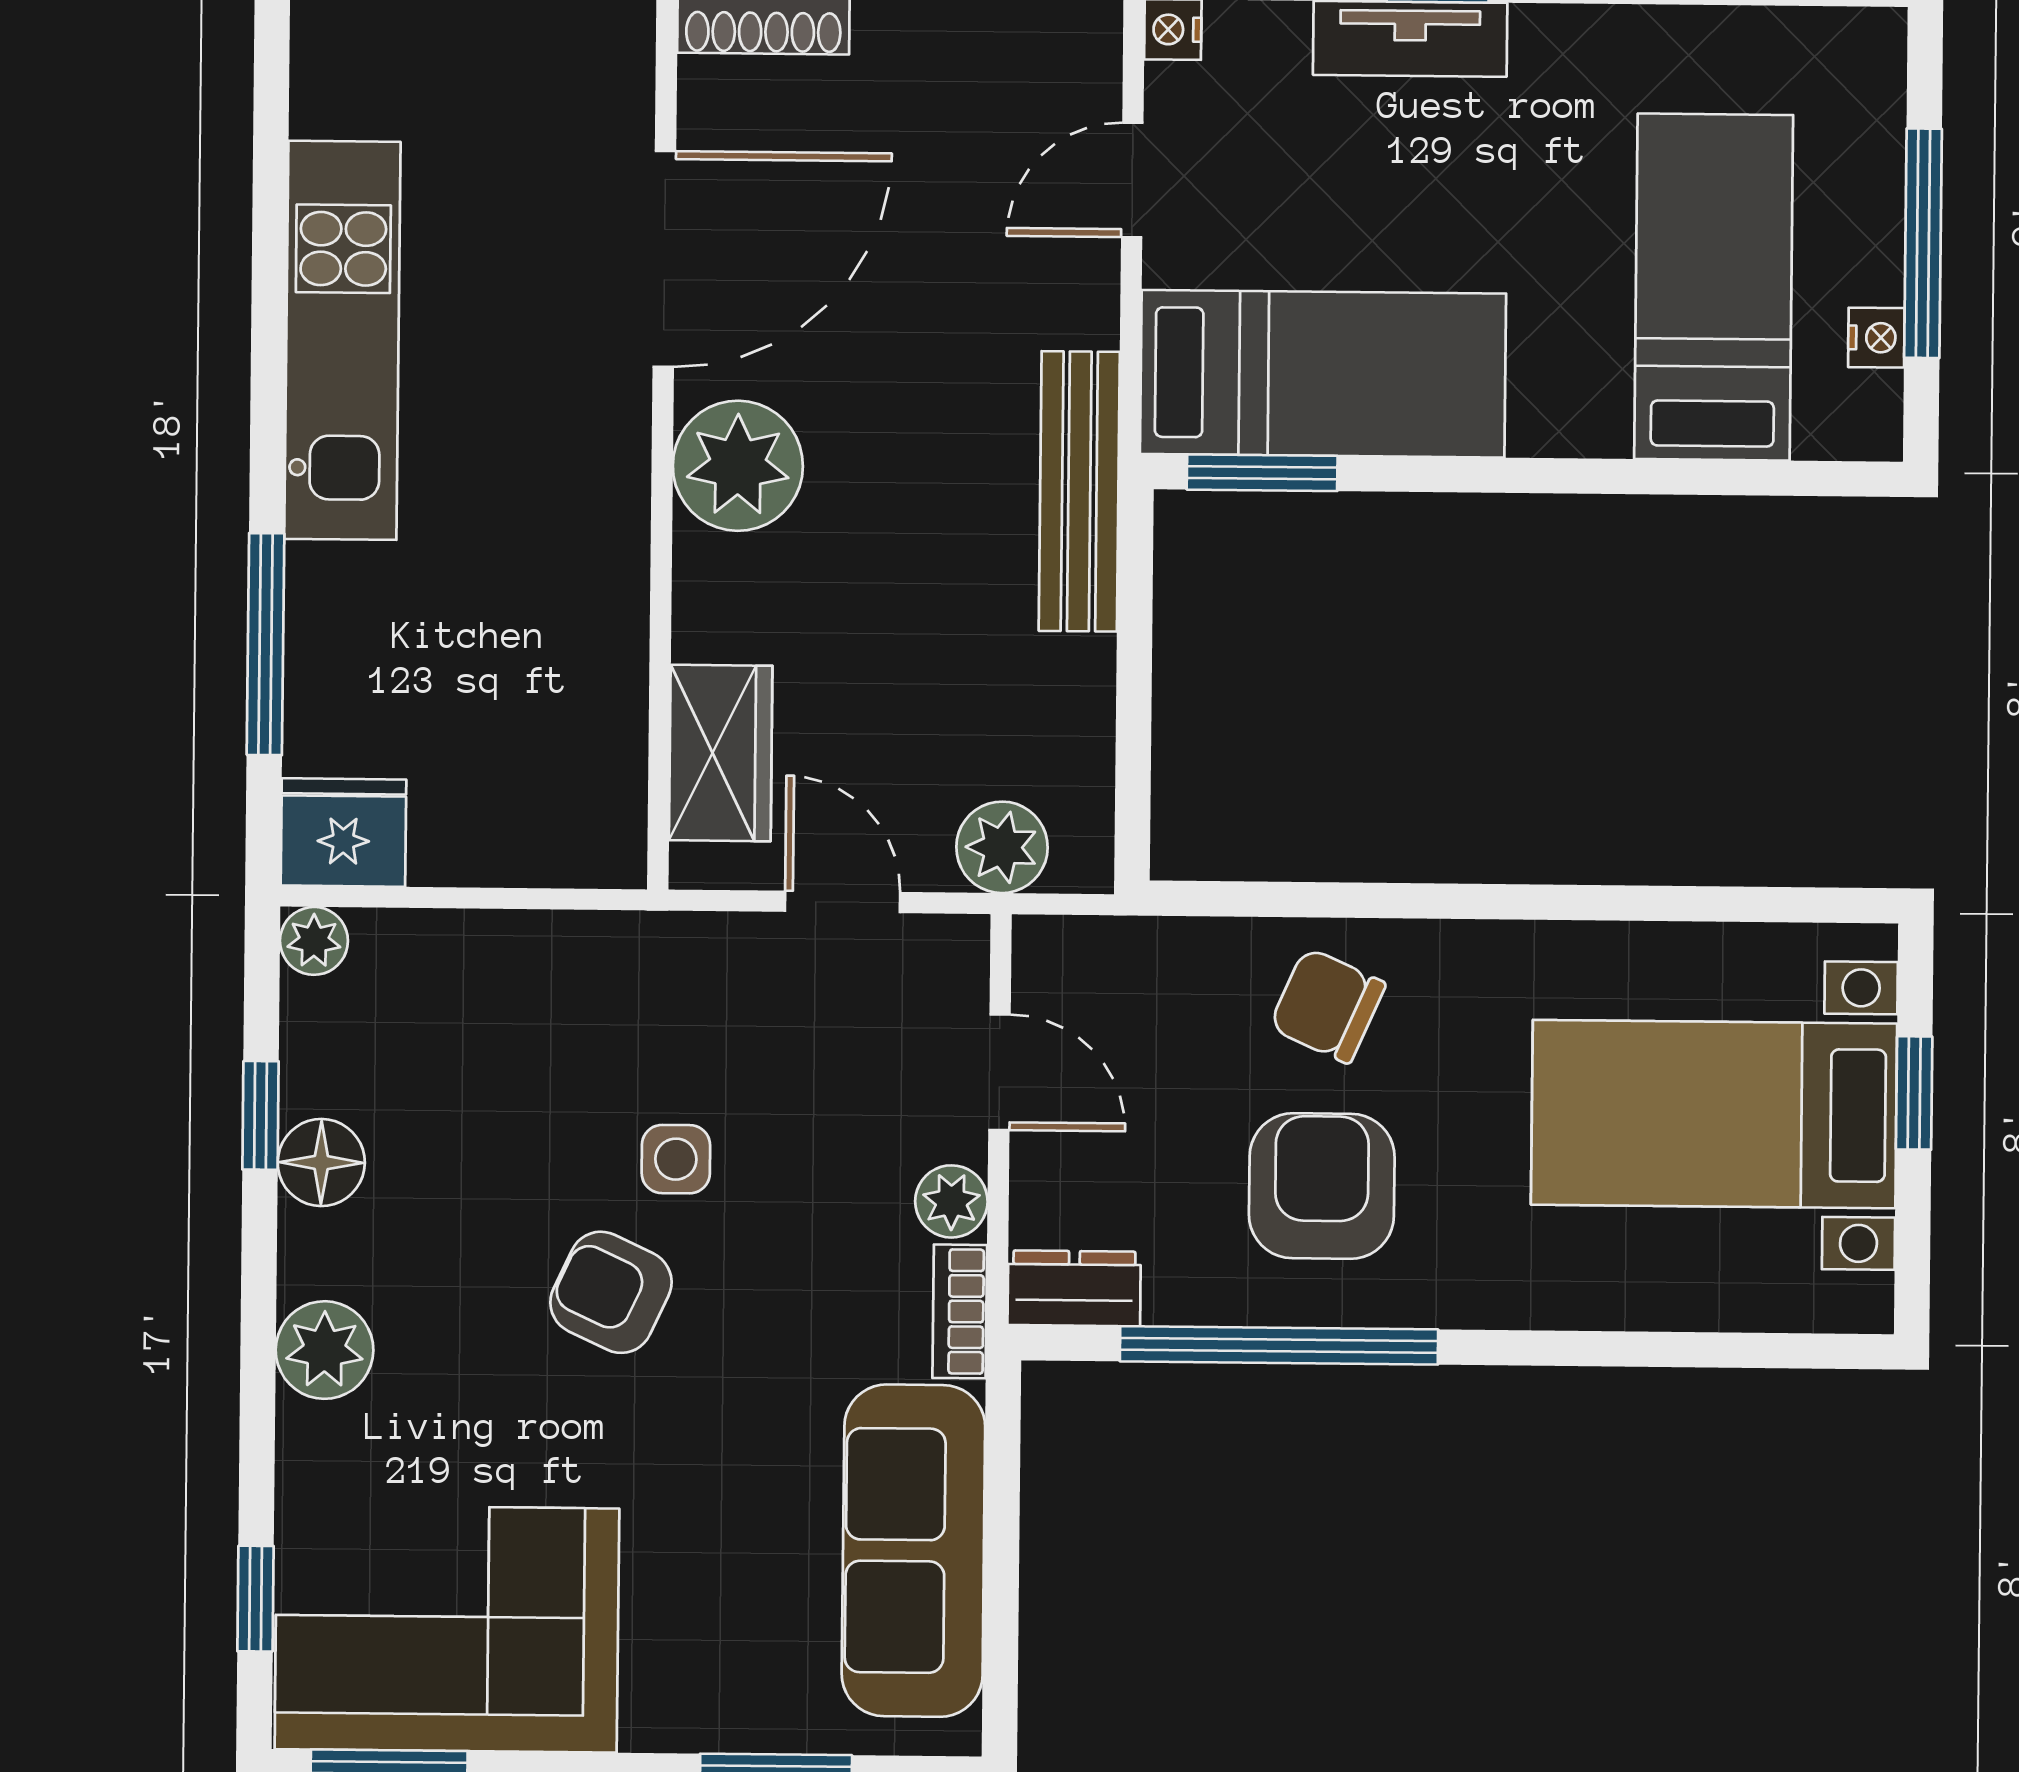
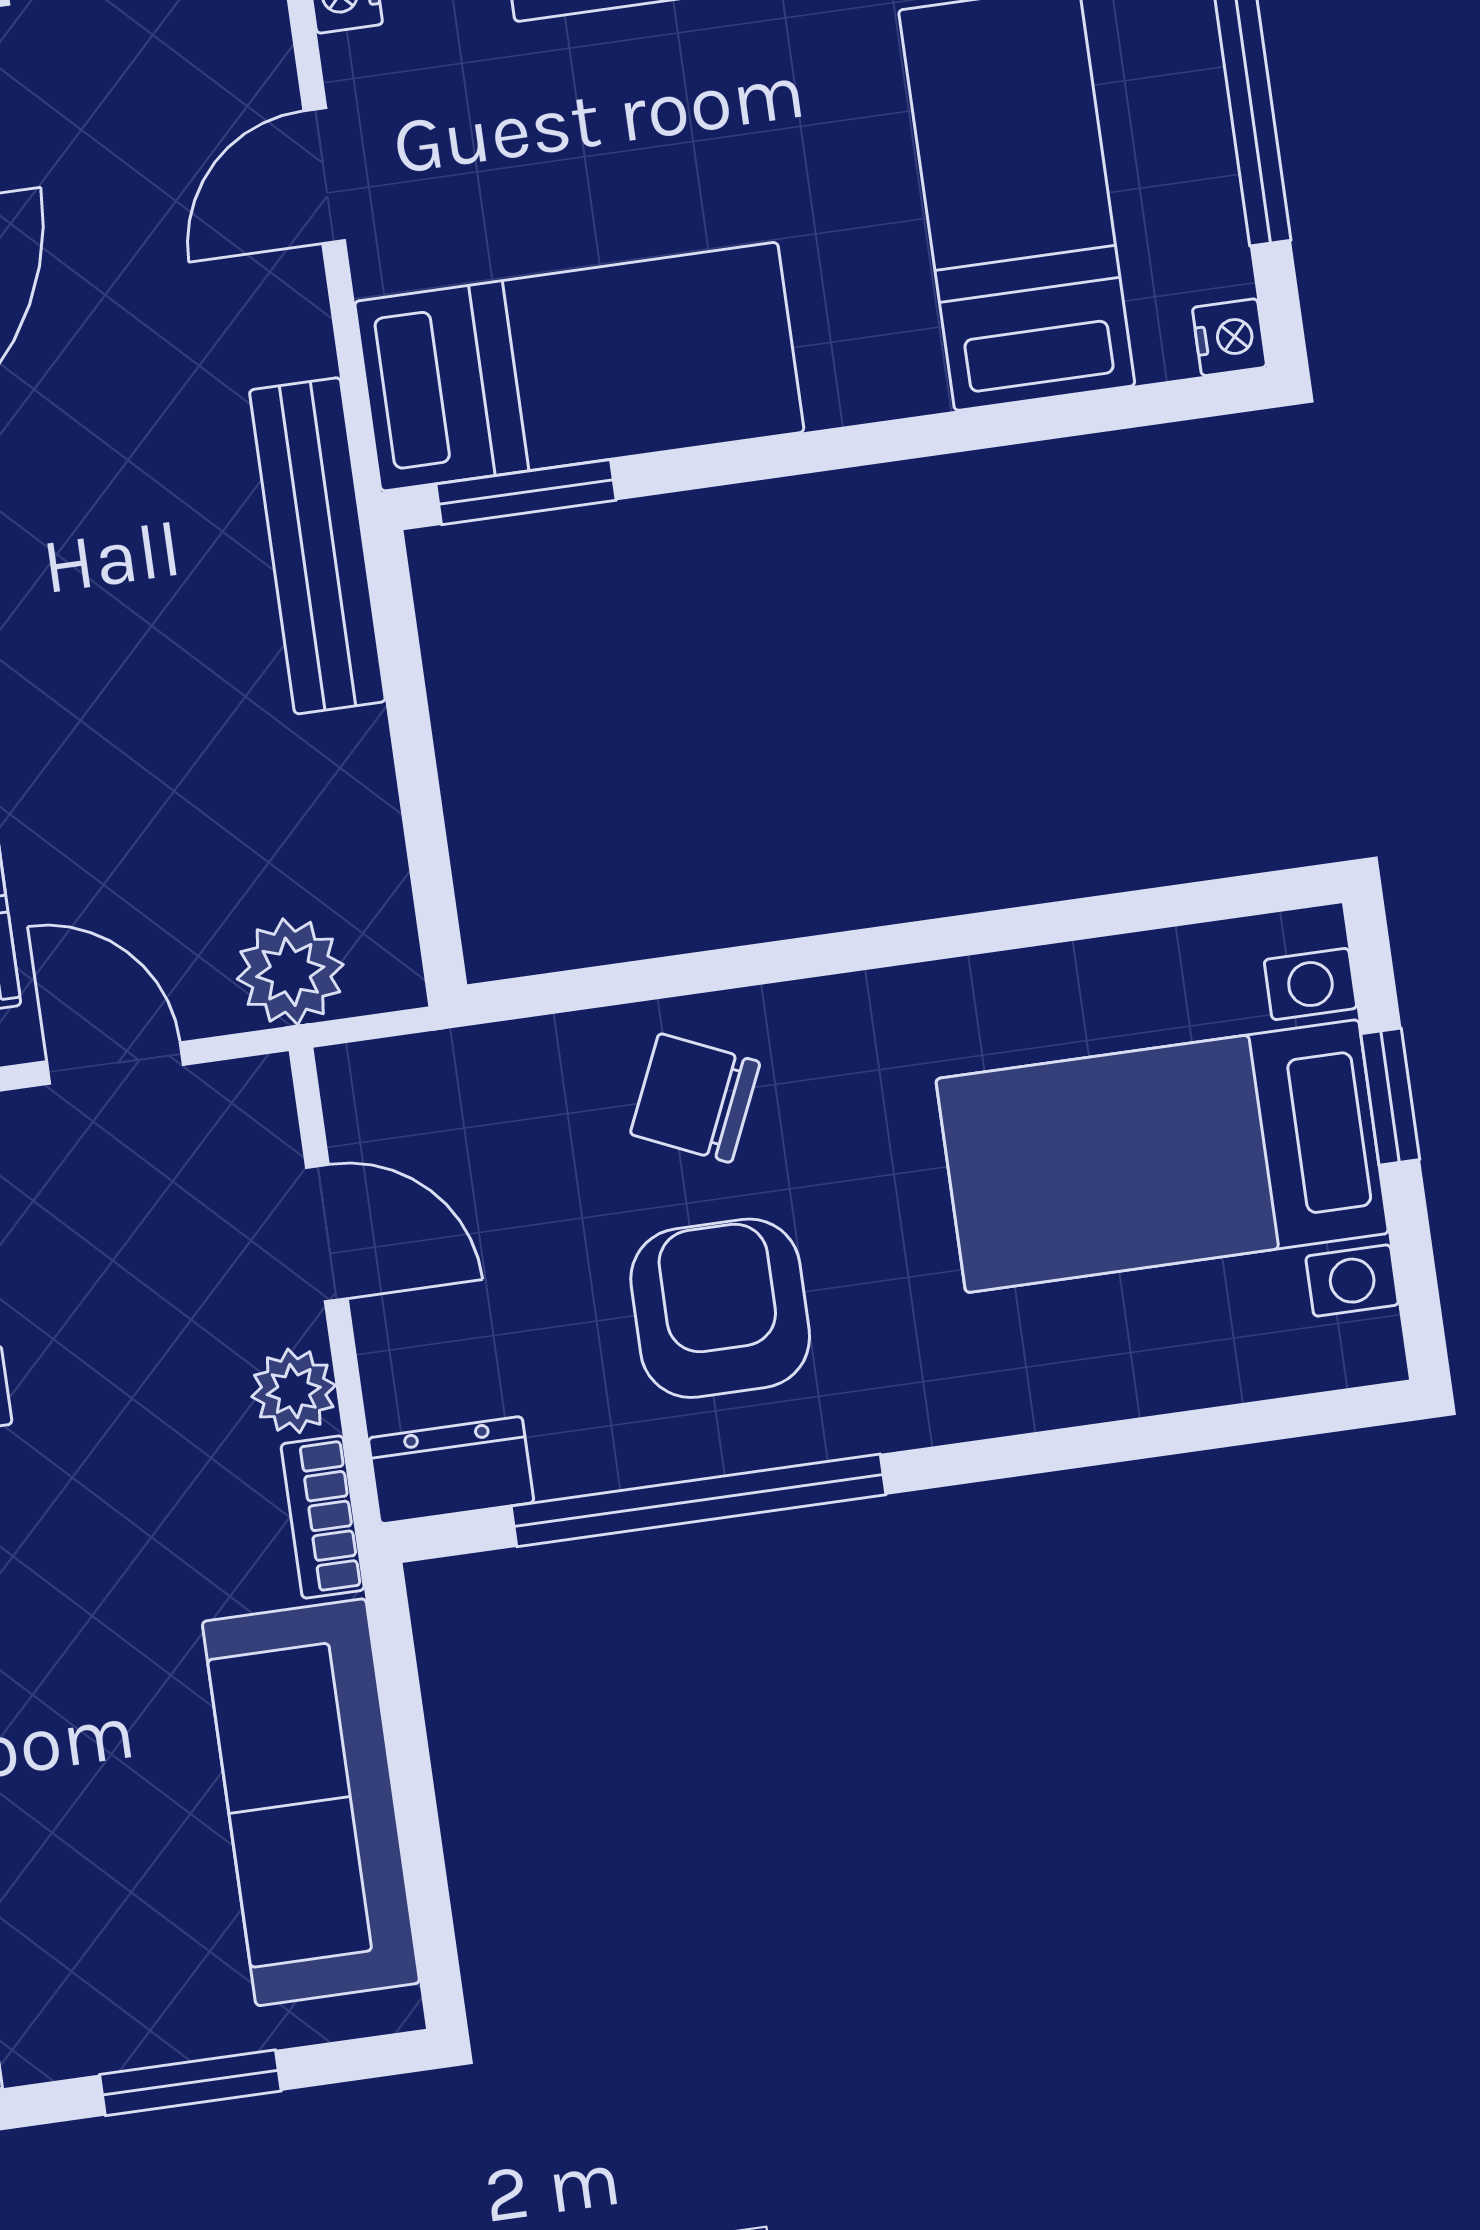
nightstand: (1876, 338) -> (1229, 337), moved

